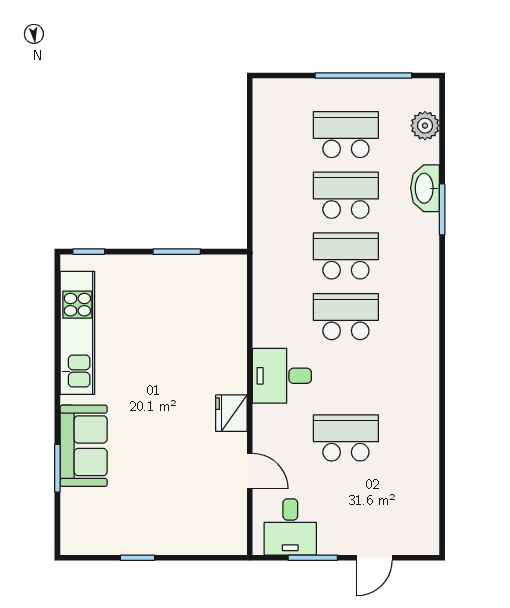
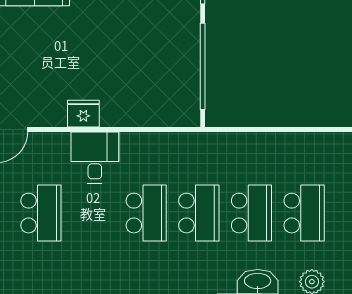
window: (177, 252) -> (203, 66), width x2.11
fridge: (231, 413) -> (83, 114), moved

